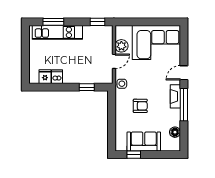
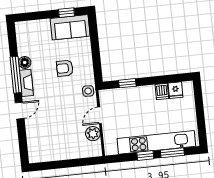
window: (98, 22) -> (145, 156), moved
kitchen unit: (57, 32) -> (156, 142), width x1.36
corner sofa: (156, 42) -> (54, 142), removed
floor lamp: (175, 132) -> (25, 62), moved
sofa: (144, 141) -> (70, 27), moved

